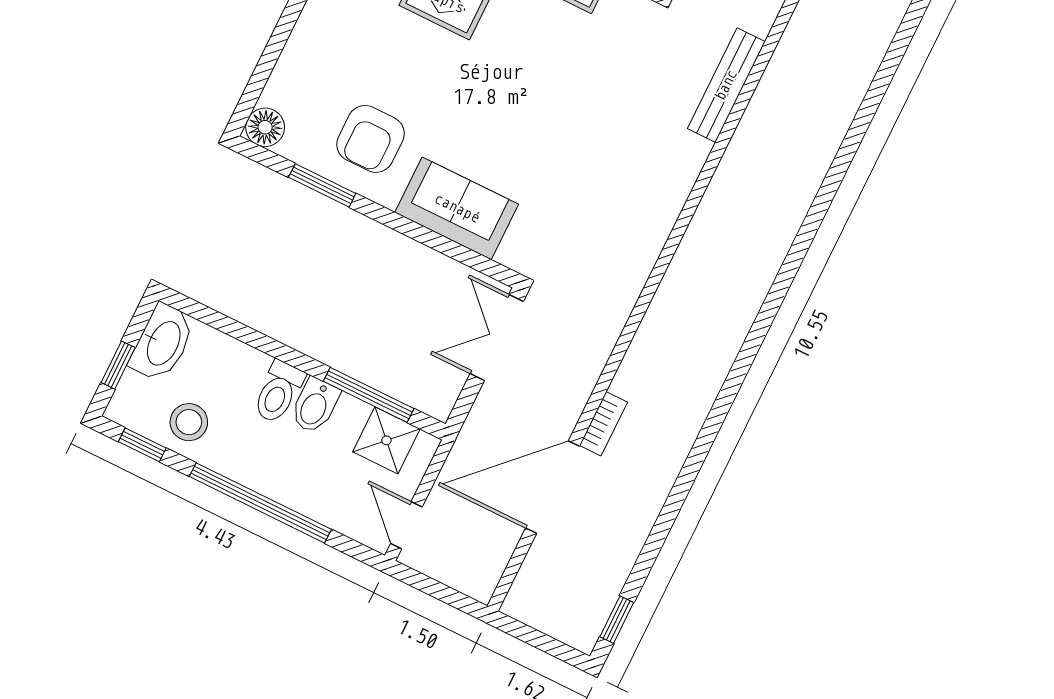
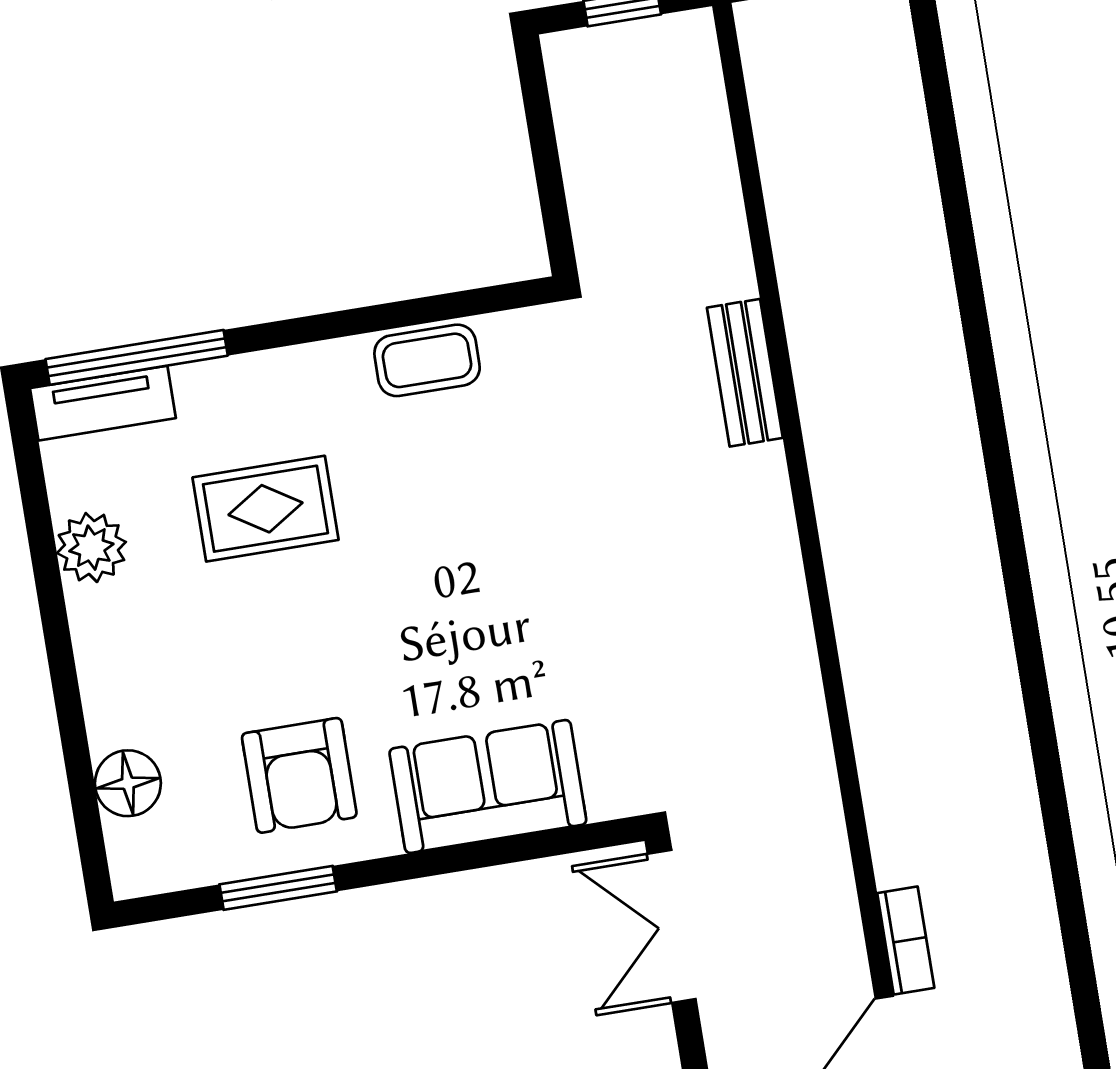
bench: (726, 85) -> (745, 373), width x0.73
floor lamp: (265, 127) -> (128, 783), moved

